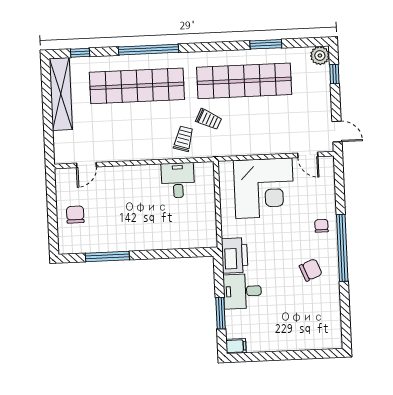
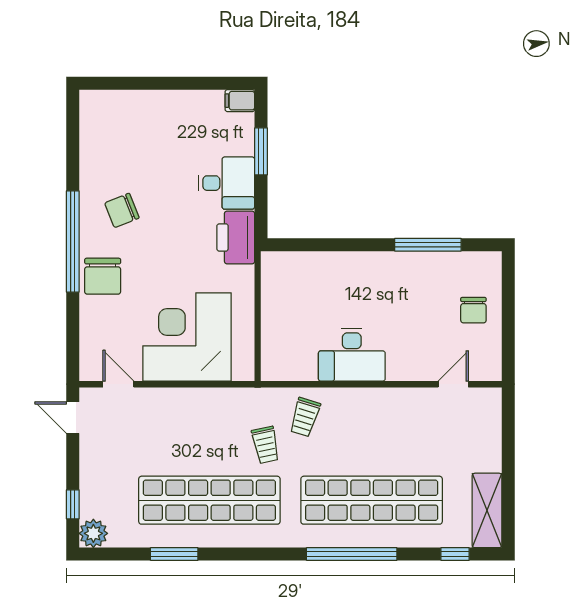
shelving: (61, 94) -> (487, 510), width x0.68
trolley: (209, 119) -> (266, 445), turned -129
desk: (178, 180) -> (352, 355), moved, width x1.37
chair: (321, 226) -> (103, 276), width x1.87, depth x1.87

